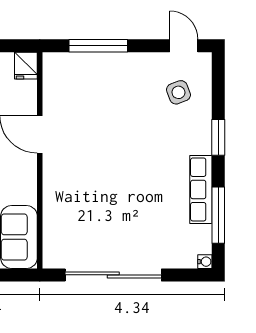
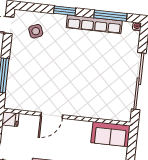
row of seats: (201, 189) -> (94, 24), width x1.36

